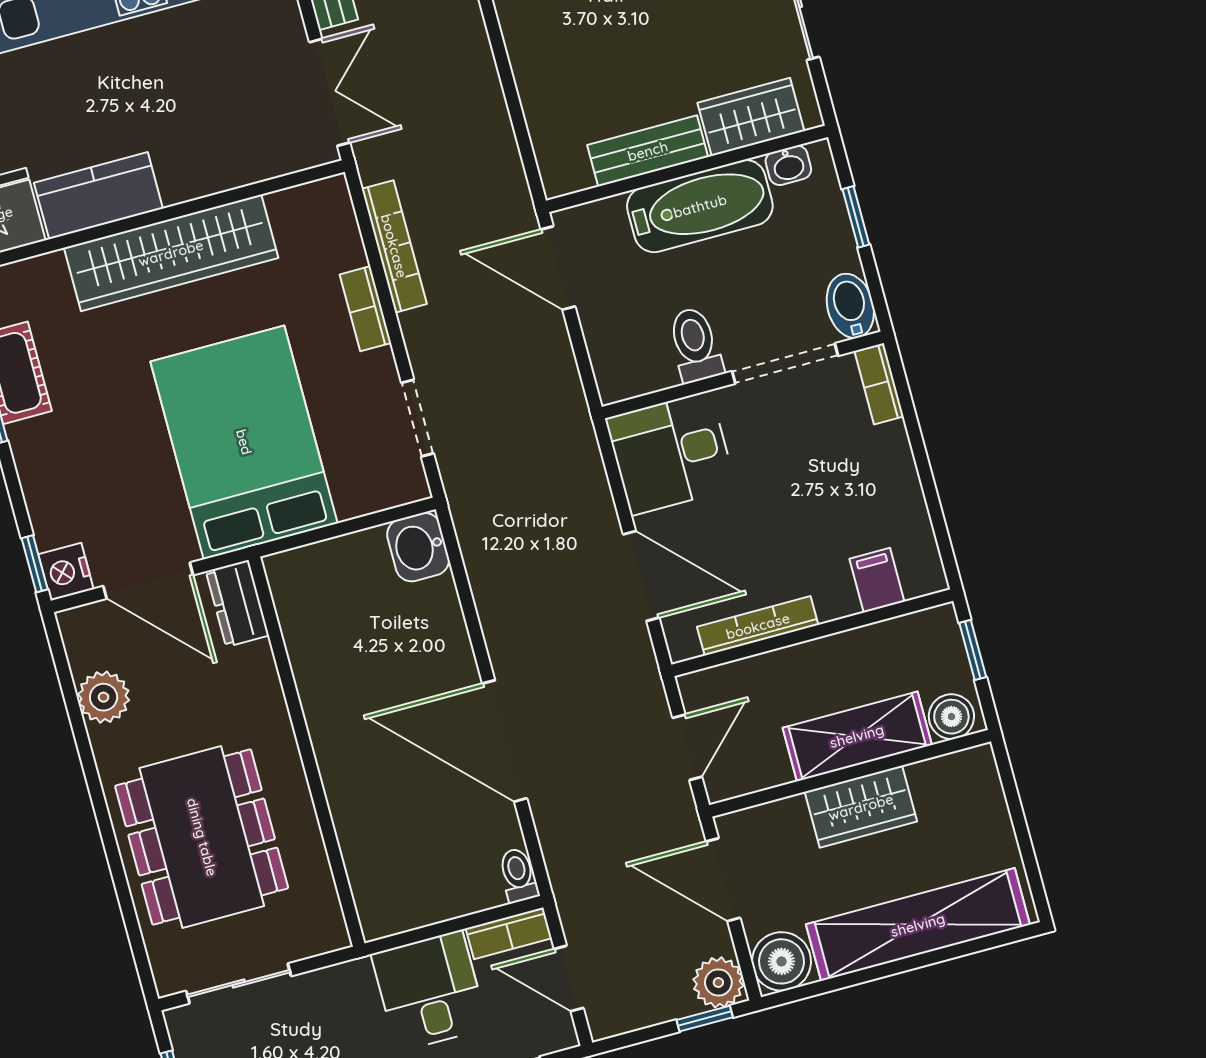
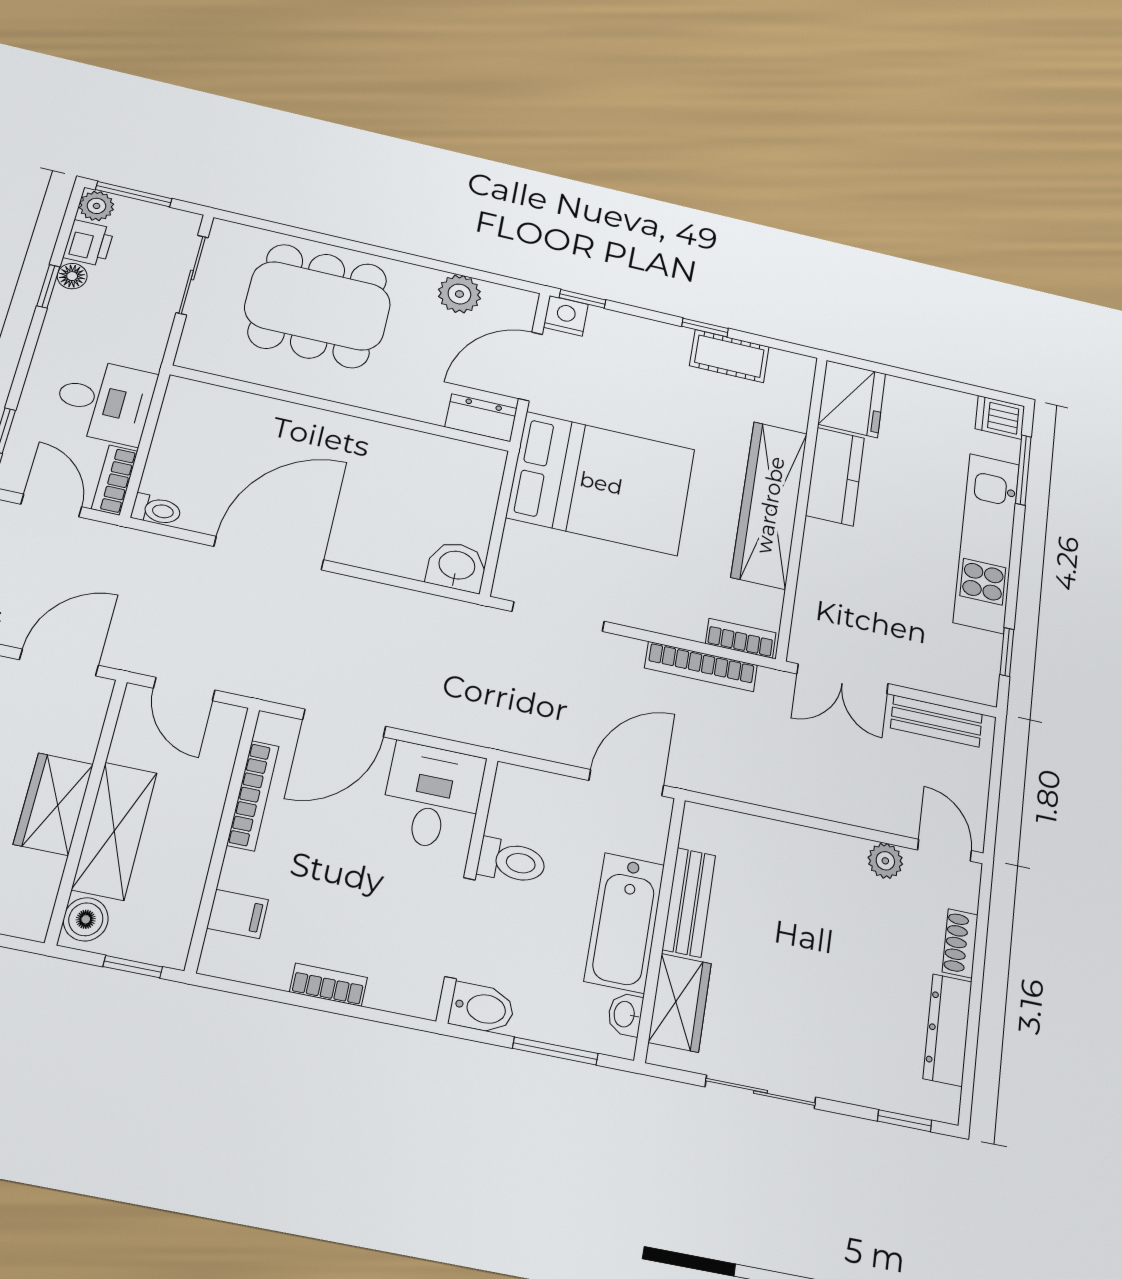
window: (856, 217) -> (555, 1051), width x1.50
bookcase: (365, 309) -> (741, 638), moved
bookcase: (879, 384) -> (328, 985), moved
doorway: (417, 418) -> (558, 616), width x1.38
door: (569, 978) -> (51, 506), hinge flipped

